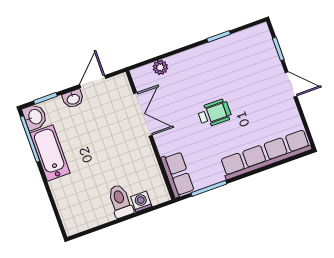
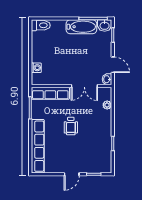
washbasin: (73, 99) -> (107, 79), moved
row of seats: (178, 174) -> (50, 93), width x1.48
toilet: (120, 201) -> (41, 25), moved

